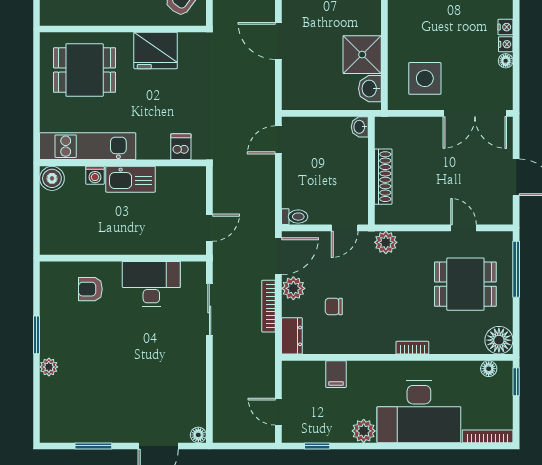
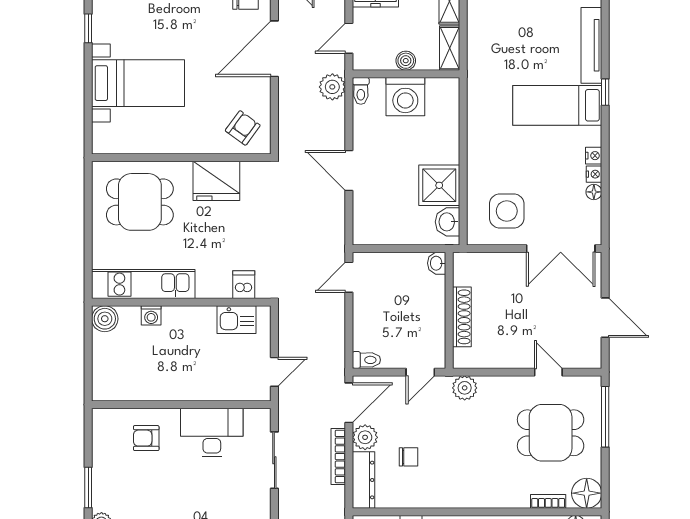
kitchen sink: (130, 179) -> (237, 320), moved, width x0.73
chair: (334, 306) -> (409, 457), turned 180
dresser: (292, 336) -> (364, 480), width x1.44
bookcase: (412, 348) -> (548, 501), moved

